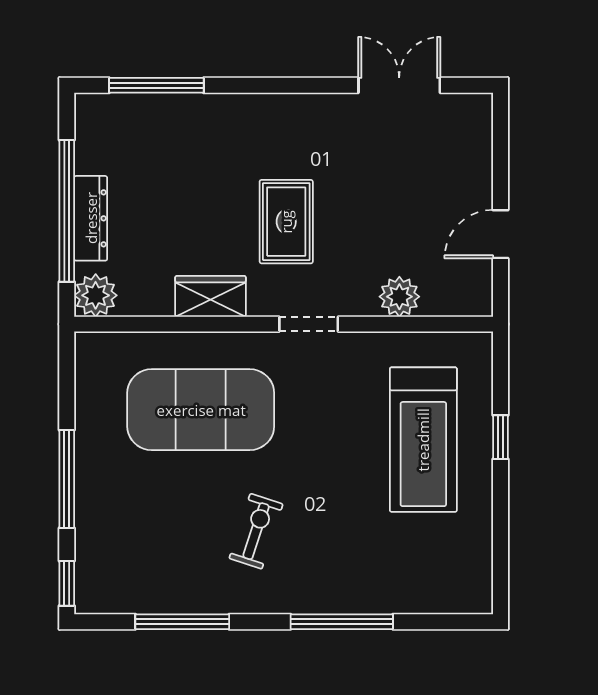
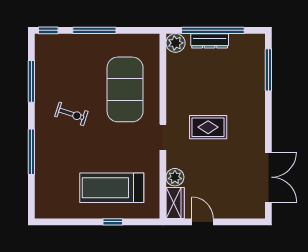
double door: (399, 85) -> (268, 177), width x1.37
wardrobe: (211, 296) -> (175, 203), moved

